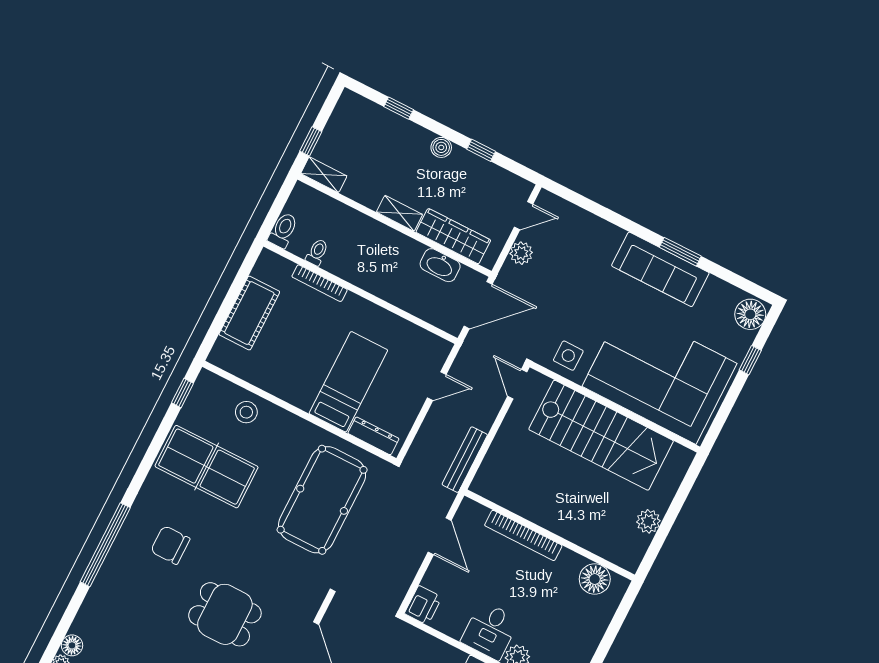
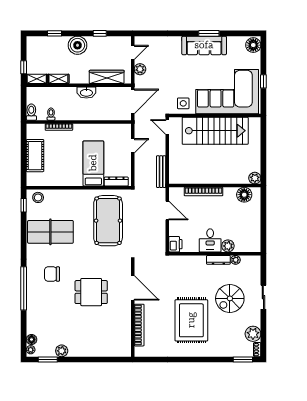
boiler: (441, 147) -> (77, 45), width x1.86, depth x1.86
shelving: (399, 213) -> (58, 79), moved
washbasin: (440, 265) -> (86, 92), moved
window: (750, 360) -> (263, 81), moved
stool: (246, 412) -> (38, 197), moved
plant: (648, 521) -> (255, 178), moved

